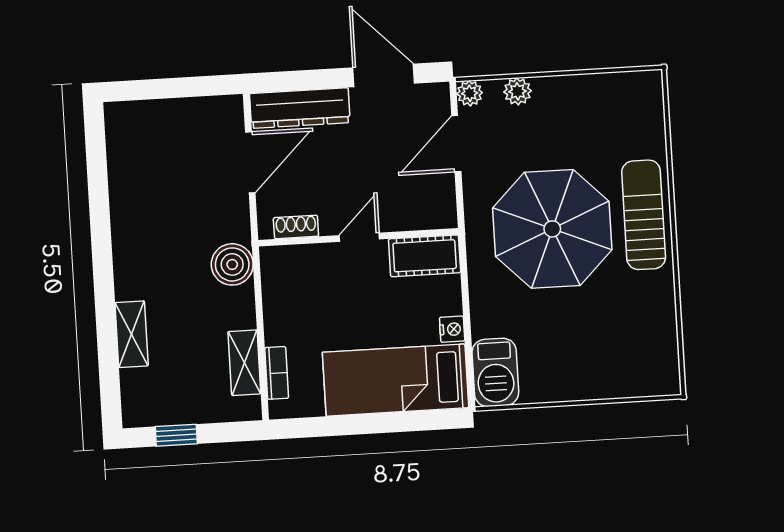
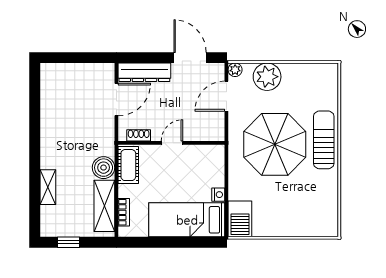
plant: (518, 91) -> (267, 77), width x1.88, depth x1.88
cot: (425, 256) -> (128, 165), moved, turned 90
boiler: (232, 264) -> (104, 168), moved
shelving: (244, 363) -> (104, 206), width x1.50, depth x1.33

